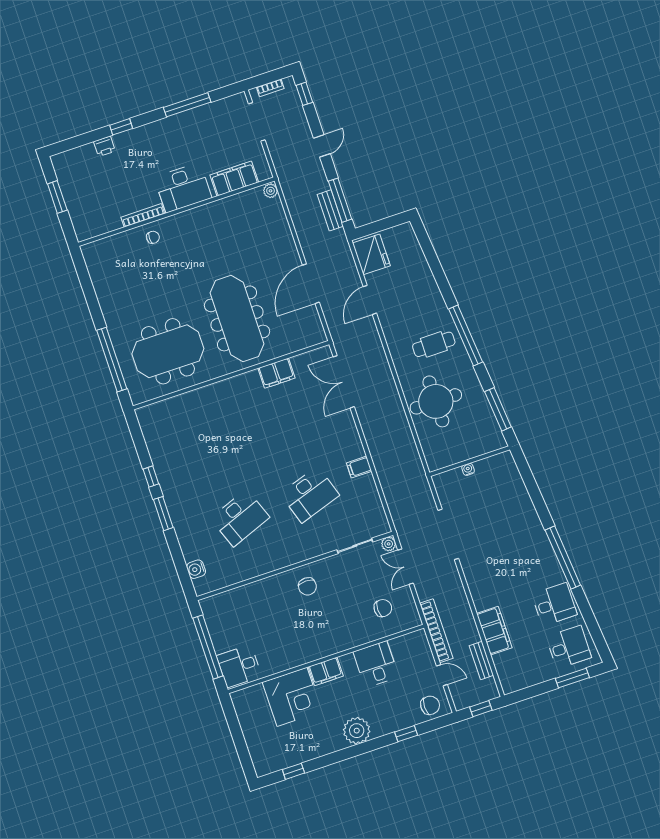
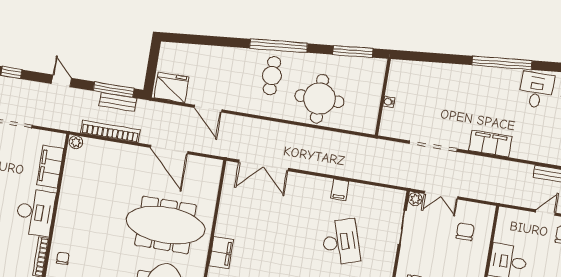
filing cabinet: (276, 373) -> (221, 253), moved
bookcase: (436, 631) -> (110, 131), moved
filing cabinet: (494, 631) -> (490, 144), moved

